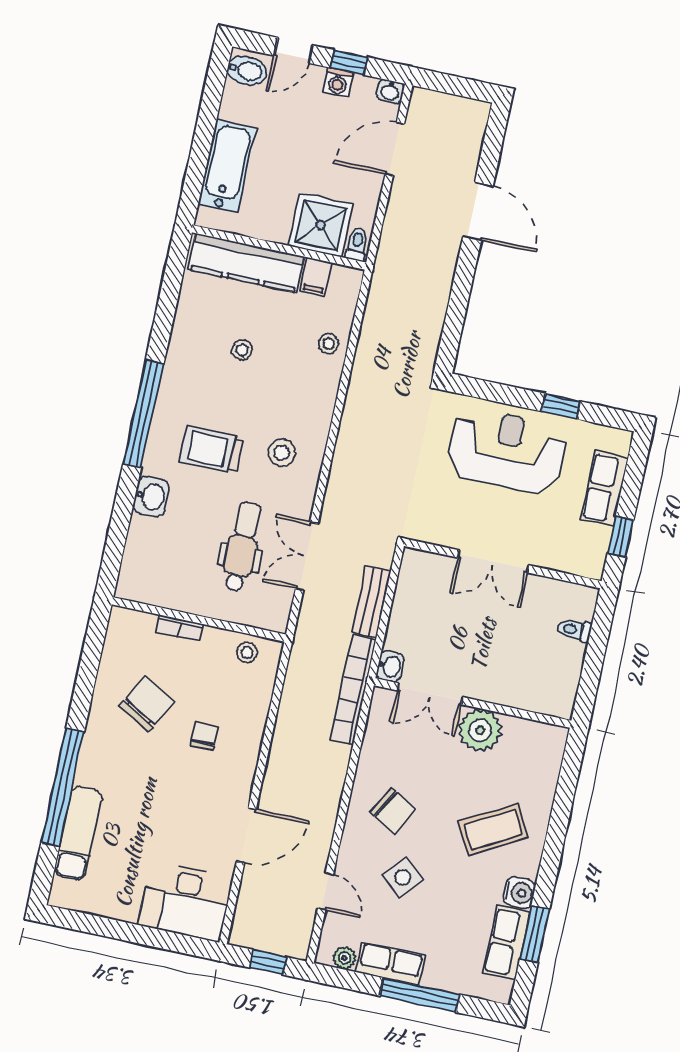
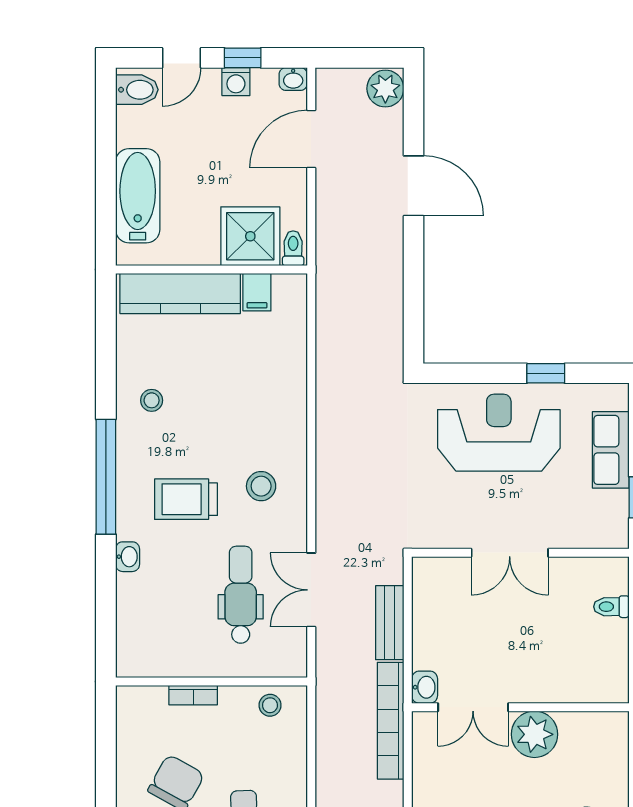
plant: (472, 118) -> (385, 89), added
stool: (329, 344) -> (286, 360), removed
stool: (242, 350) -> (152, 400), moved
washbasin: (151, 497) -> (128, 557), width x0.72, depth x0.69

